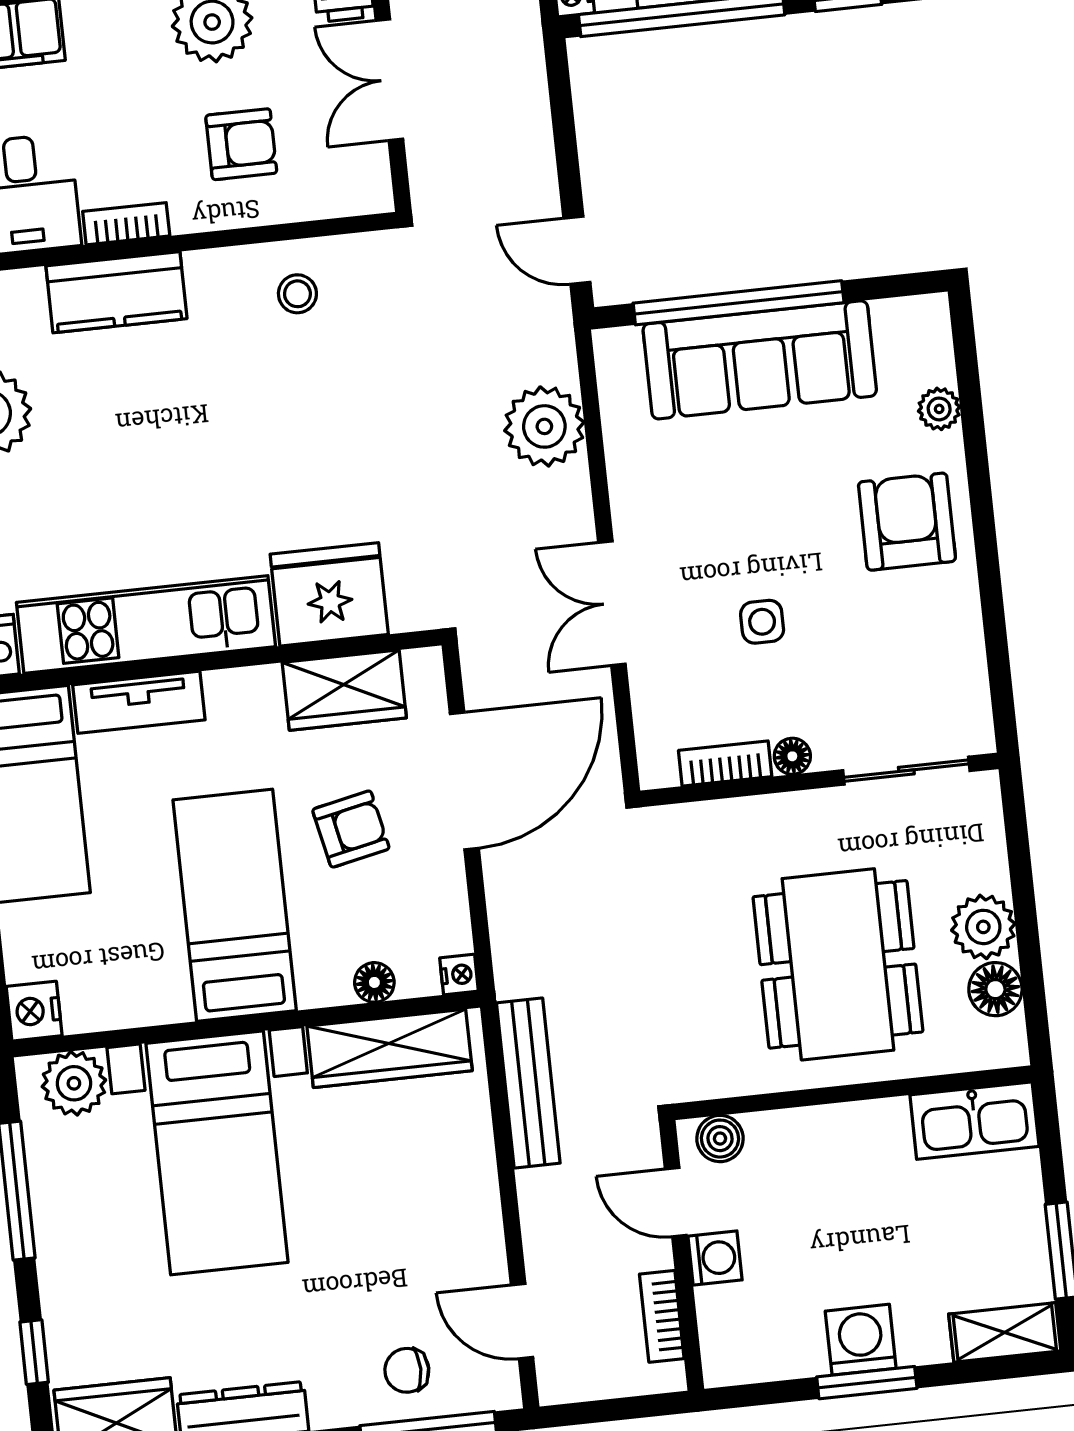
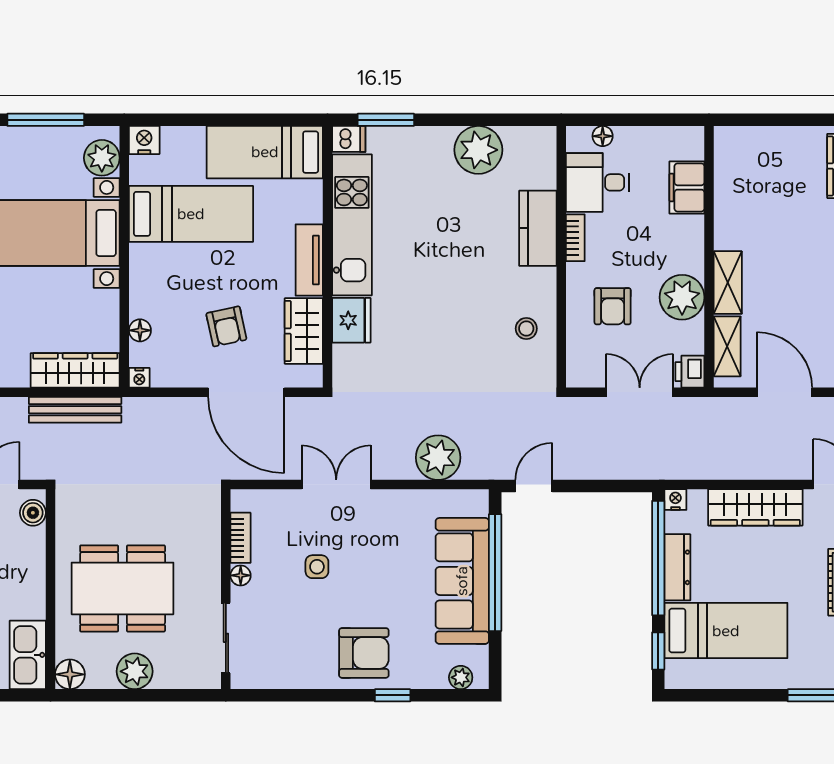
plant: (939, 409) -> (461, 677), moved
window: (977, 462) -> (393, 695), added
fridge: (329, 594) -> (351, 320), width x0.73, depth x0.75
tv unit: (139, 702) -> (309, 260), moved
bed: (235, 905) -> (191, 214), moved
floor lamp: (995, 989) -> (70, 674), moved
wardrobe: (390, 1048) -> (75, 370), moved, turned 90

